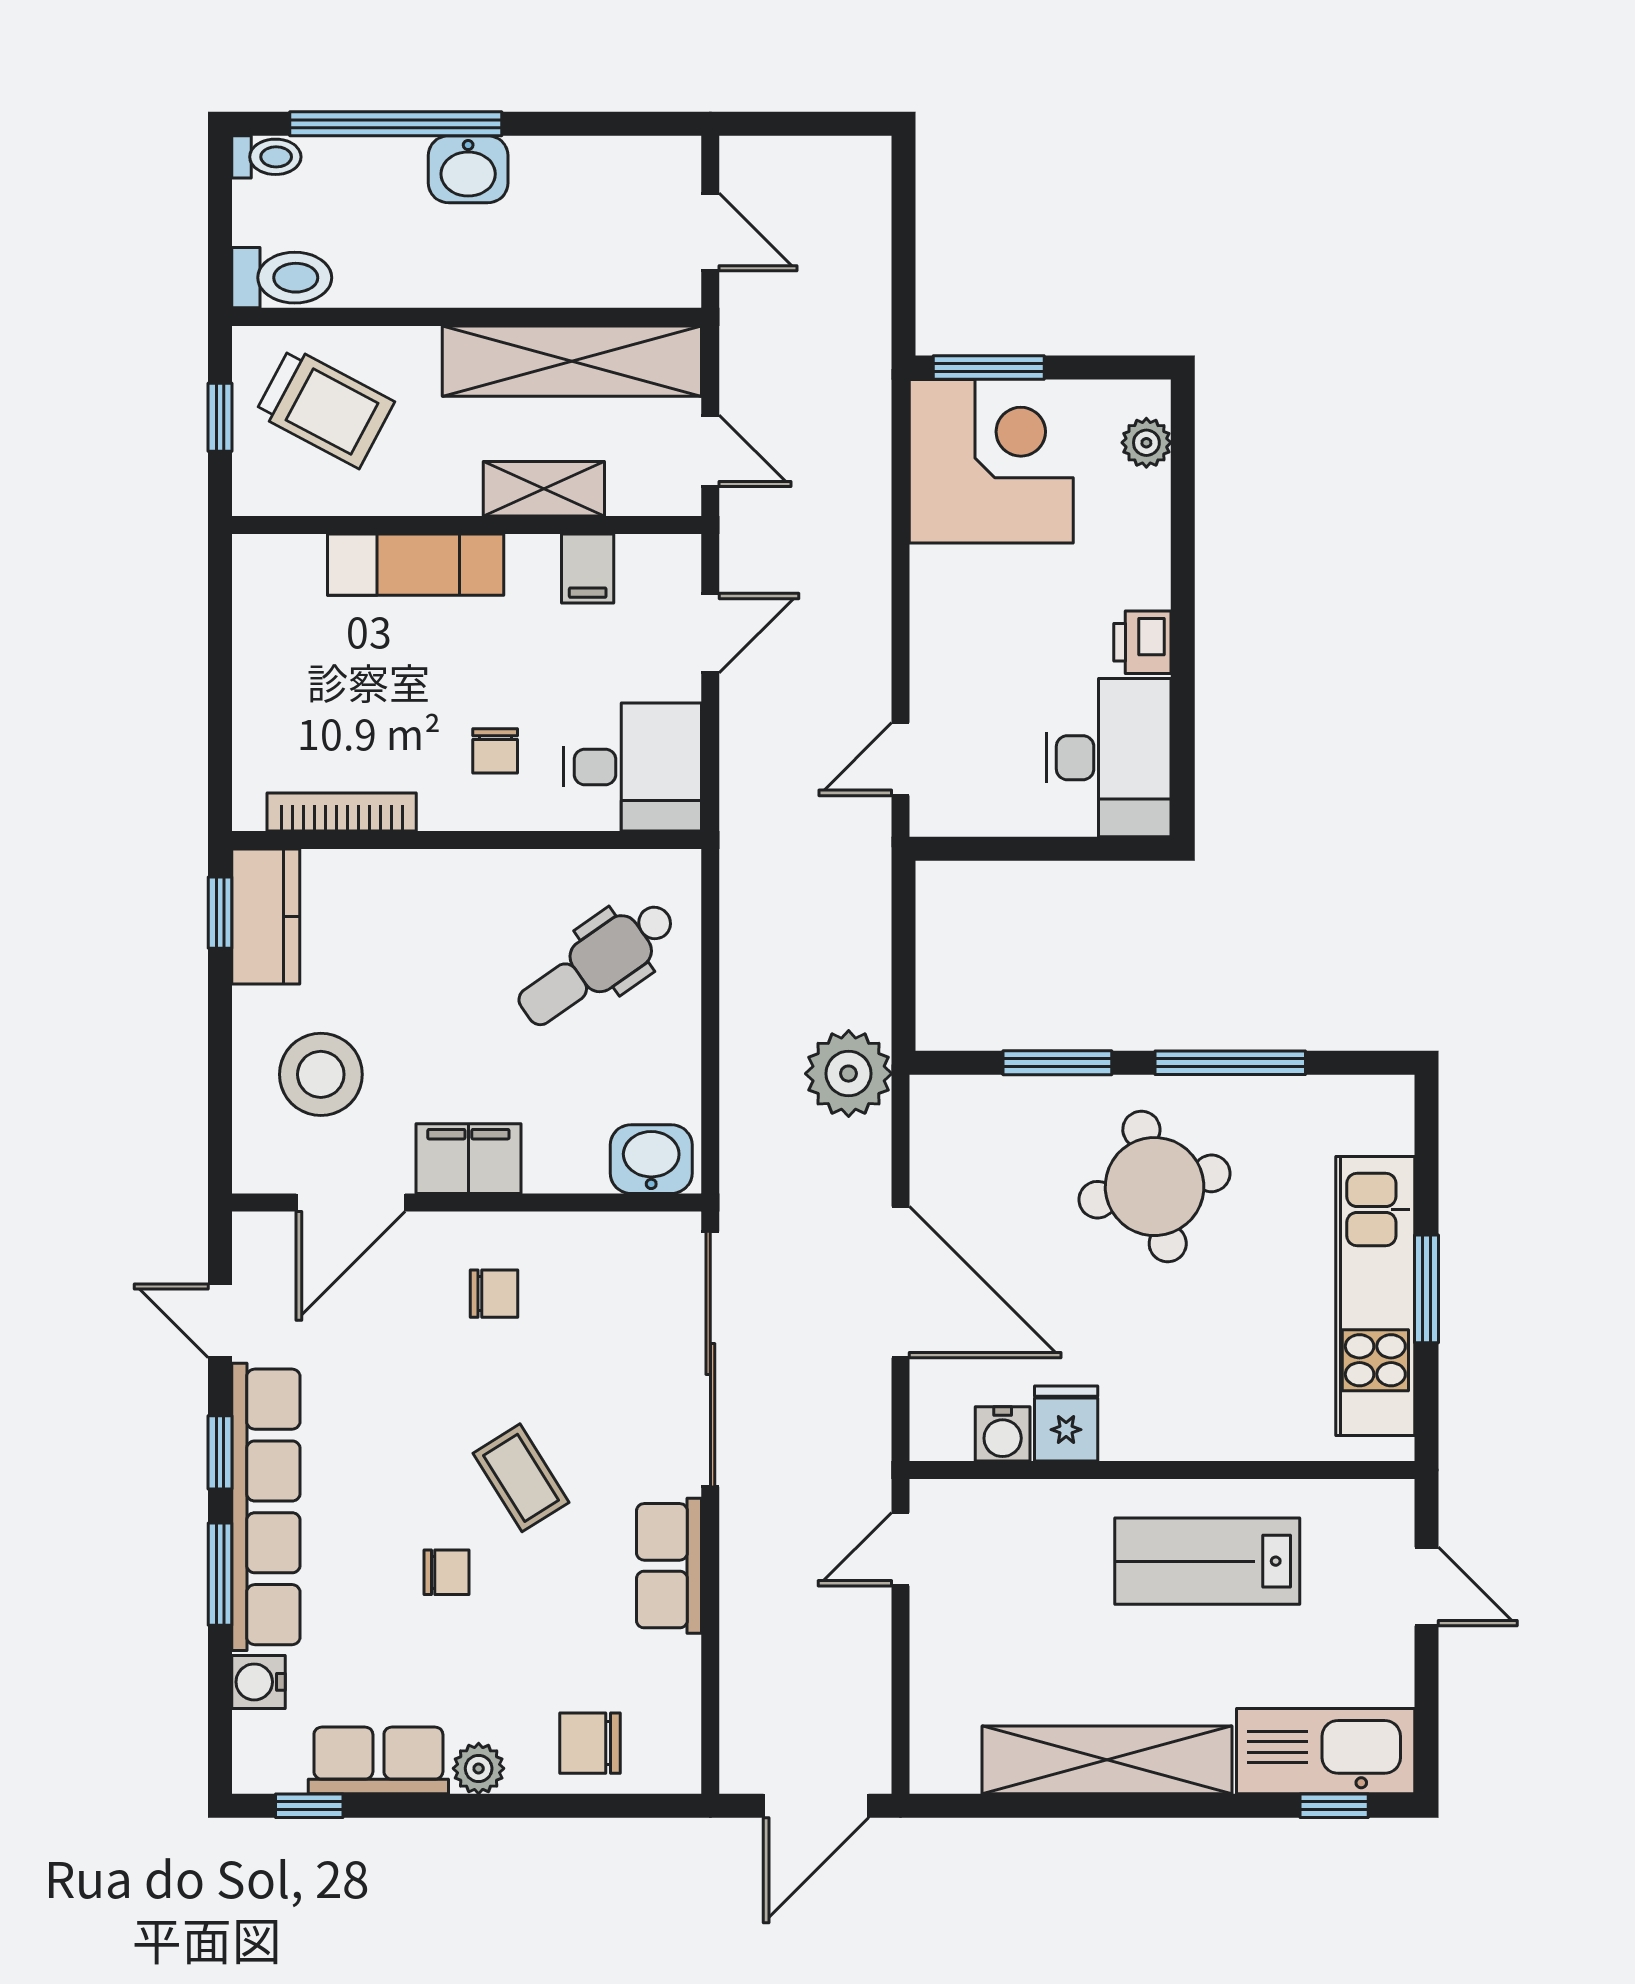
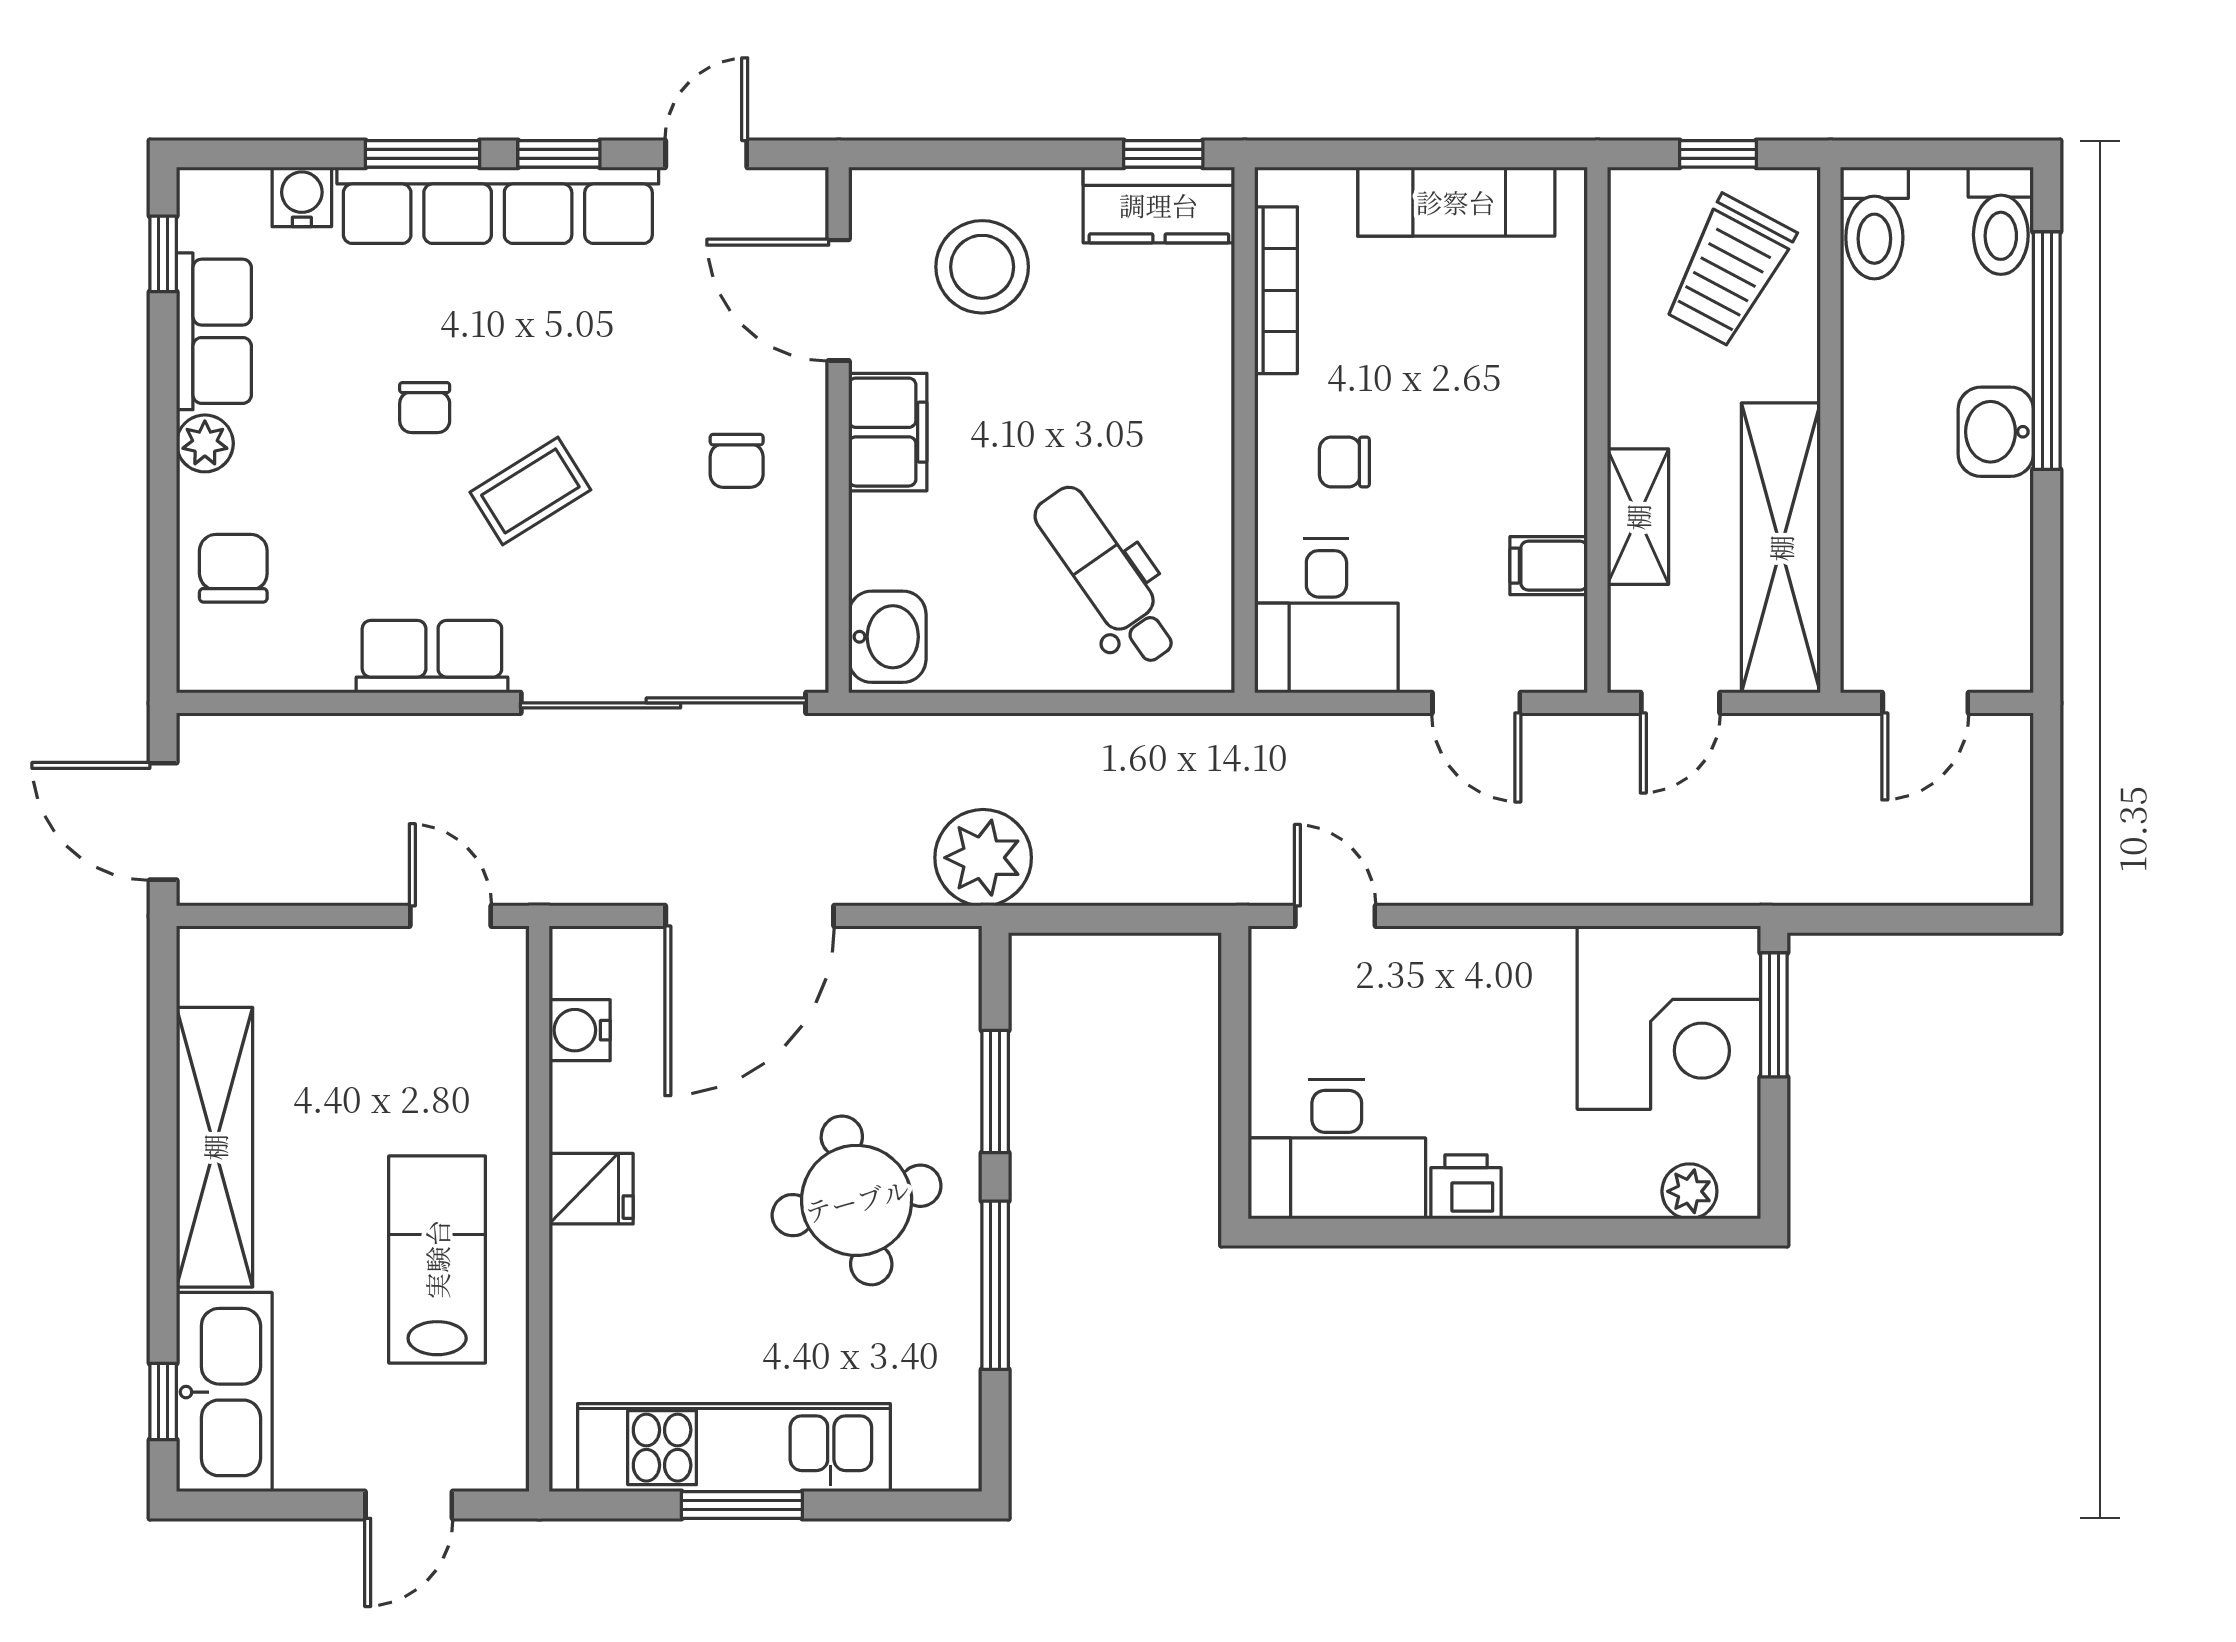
toilet: (266, 157) -> (2001, 221), width x1.37, depth x1.39
exam couch: (416, 565) -> (1456, 202), moved, turned -90
fridge: (1066, 1424) -> (591, 1189), moved

